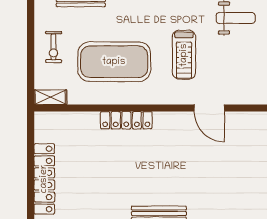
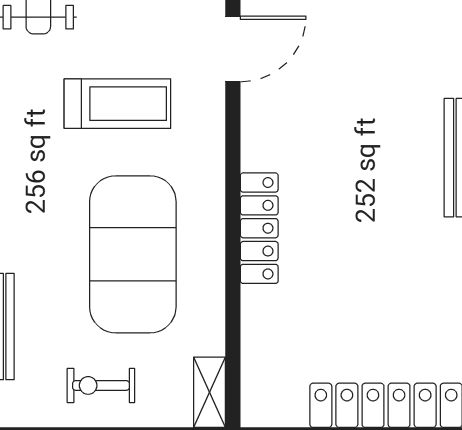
exercise bike: (53, 47) -> (101, 385), turned 180

